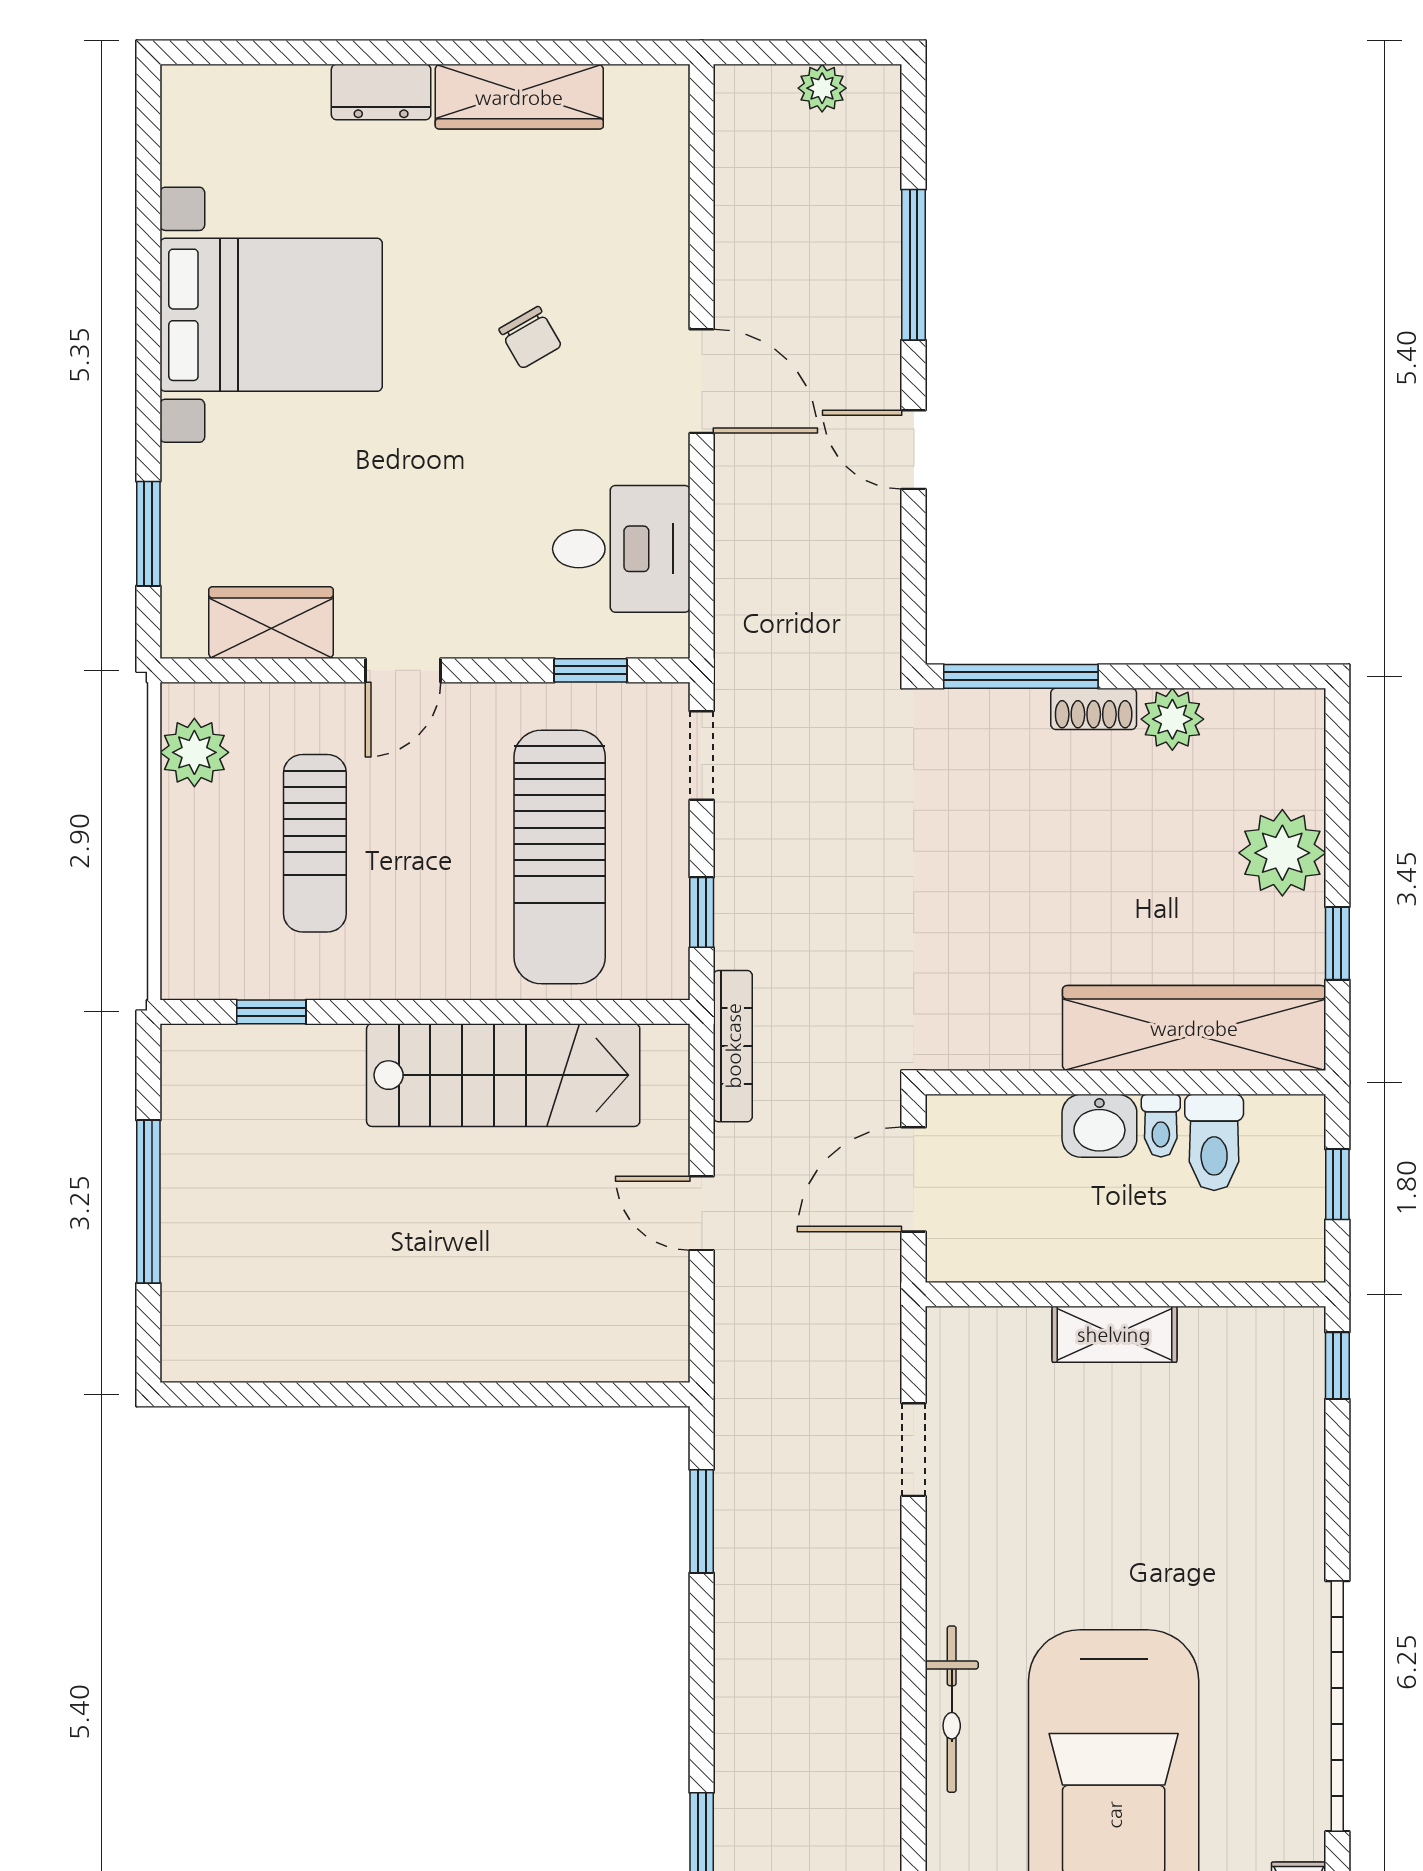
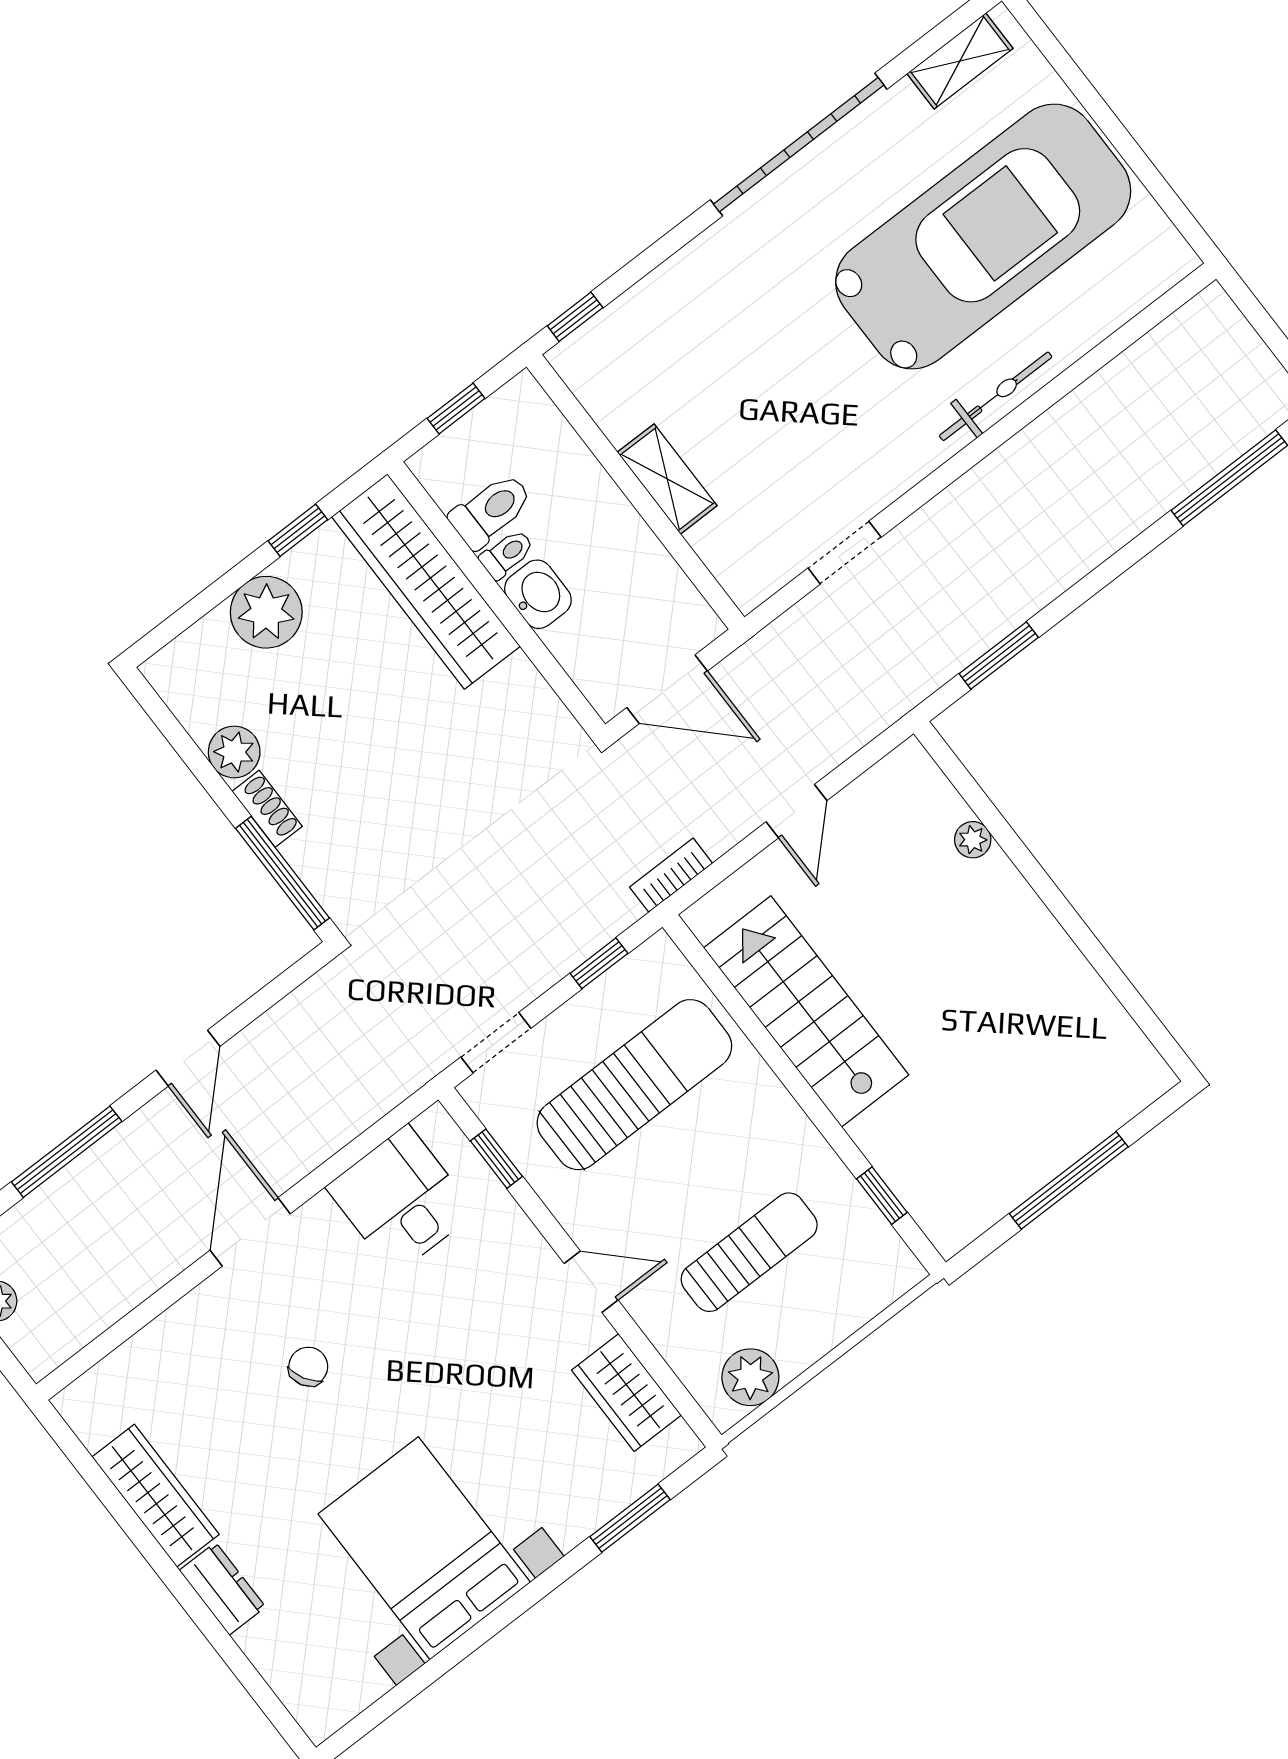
bookcase: (733, 1046) -> (671, 875), width x0.64
plant: (545, 1361) -> (973, 840), added

